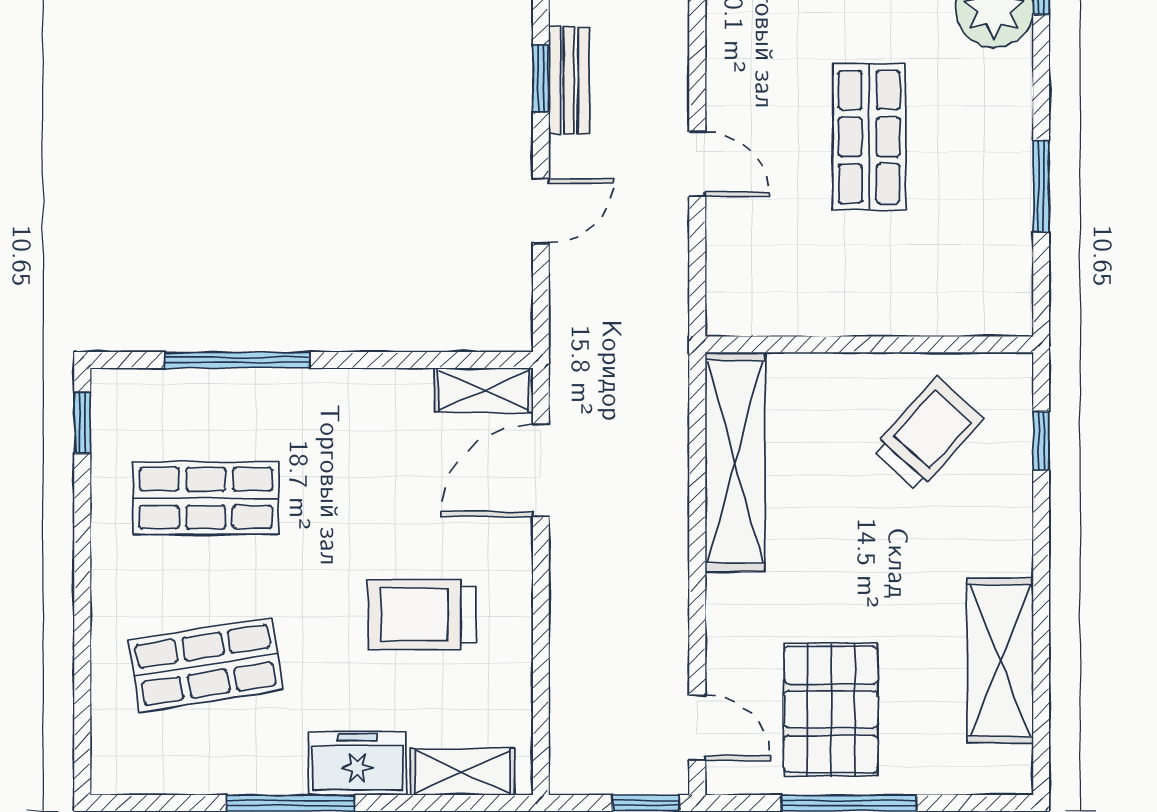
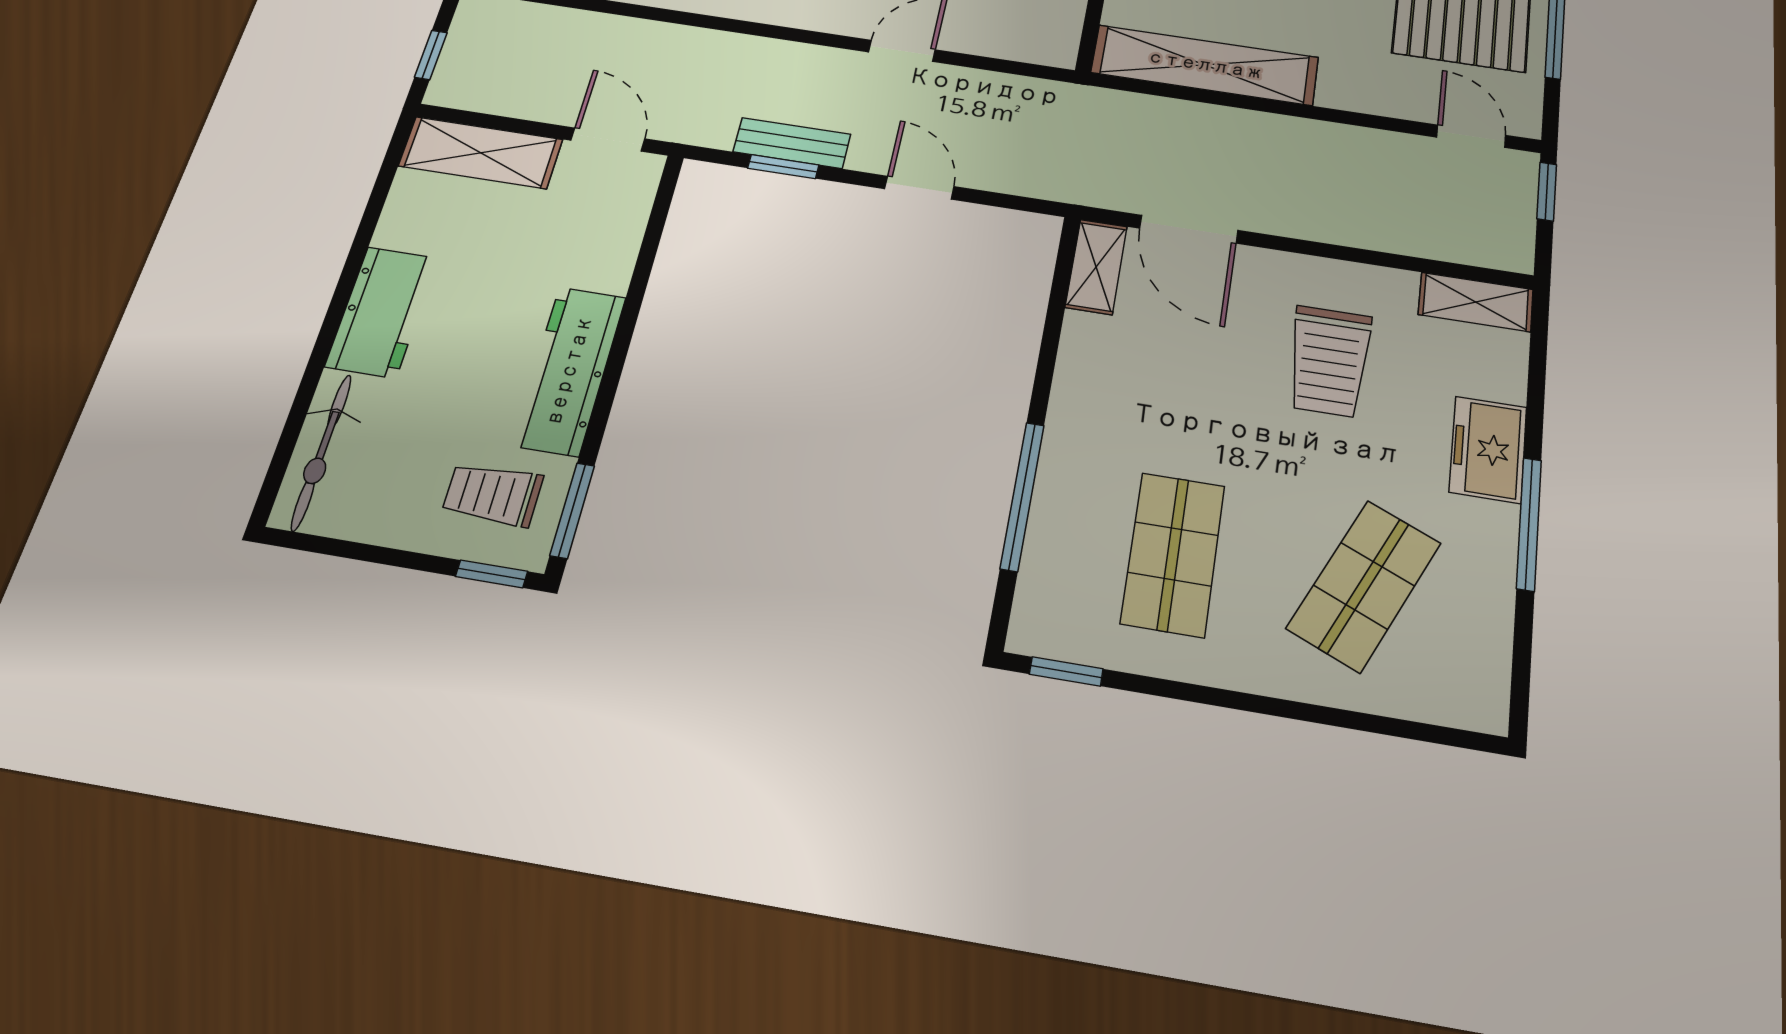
shop shelf: (206, 665) -> (1364, 586), turned 33
door: (697, 728) -> (1471, 136), hinge flipped
shelving: (463, 772) -> (1476, 302), moved, turned 90

